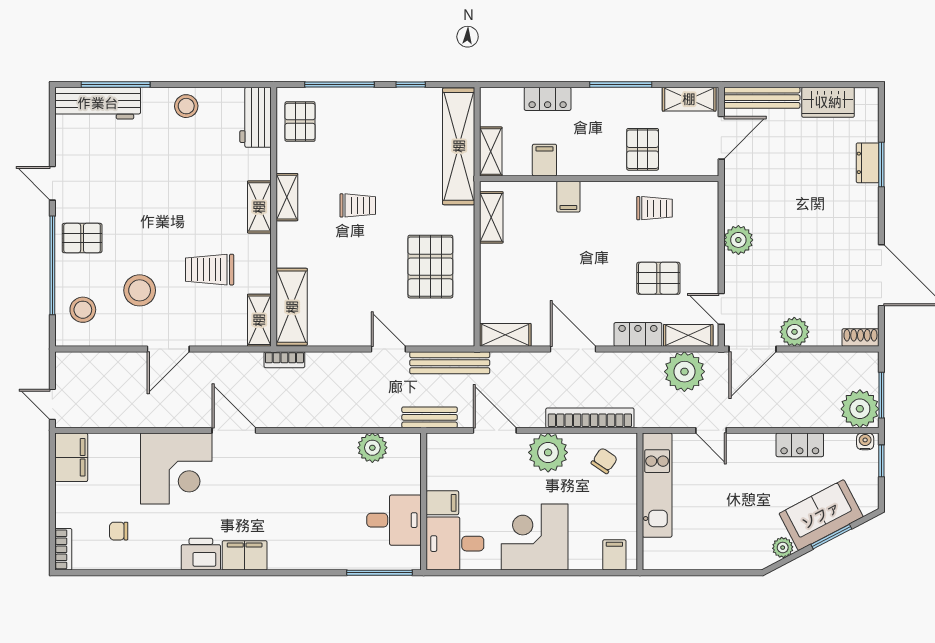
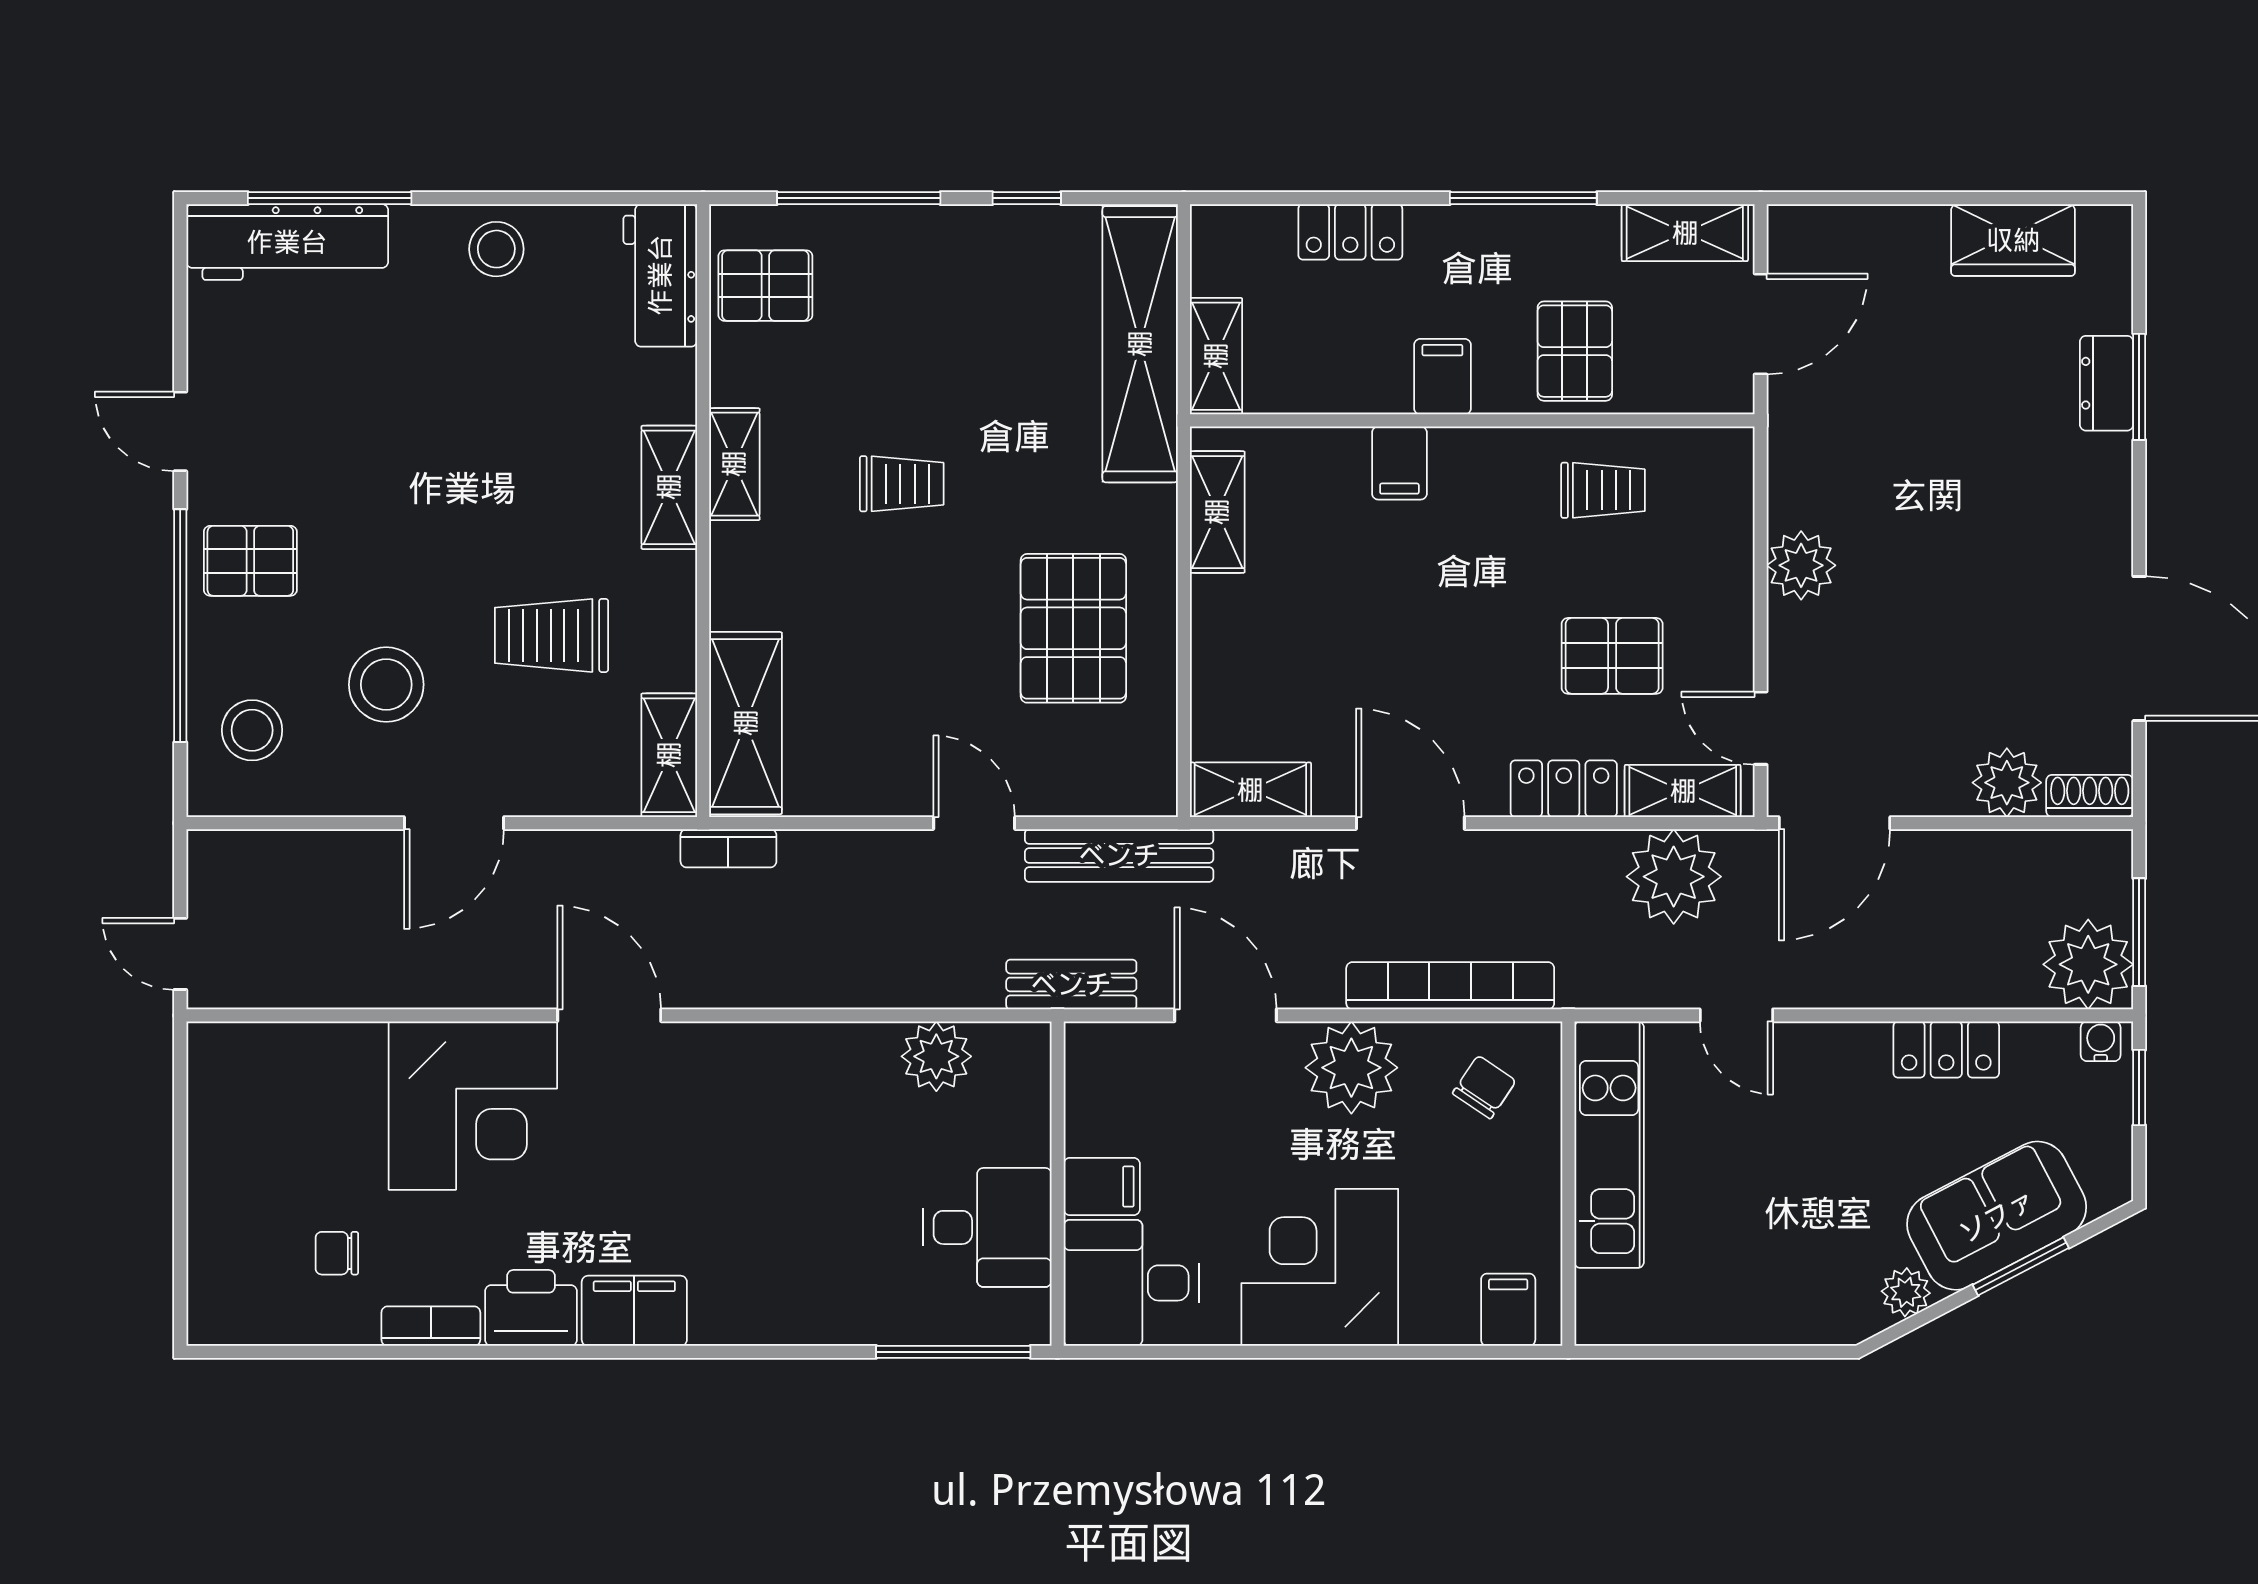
bench: (762, 98) -> (1856, 229), removed
pallet: (300, 122) -> (765, 286), turned 90
filing cabinet: (544, 160) -> (1442, 377), moved
plant: (794, 332) -> (2007, 783), moved
filing cabinet: (71, 457) -> (225, 1079), removed
bookcase: (63, 549) -> (431, 1326), moved, turned -90

